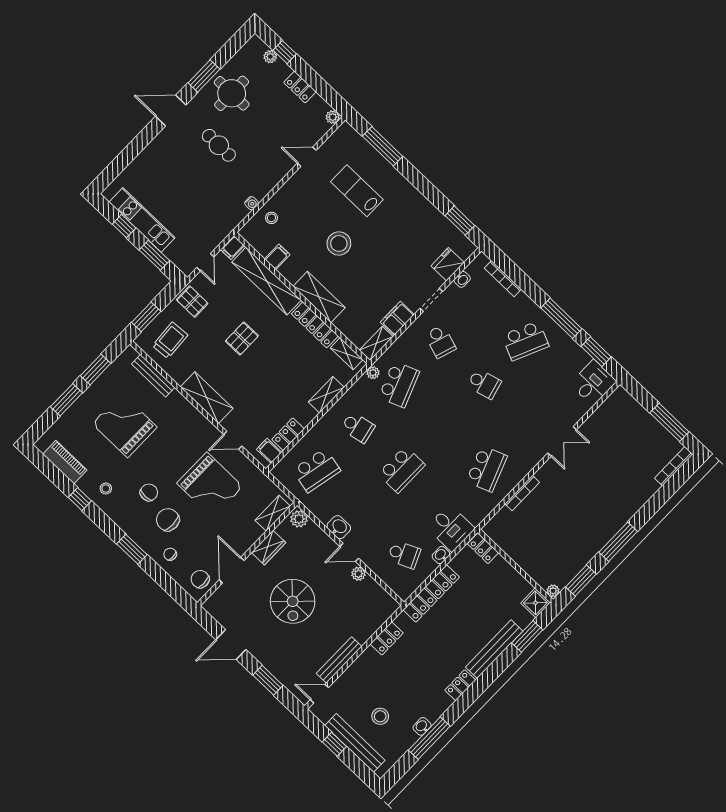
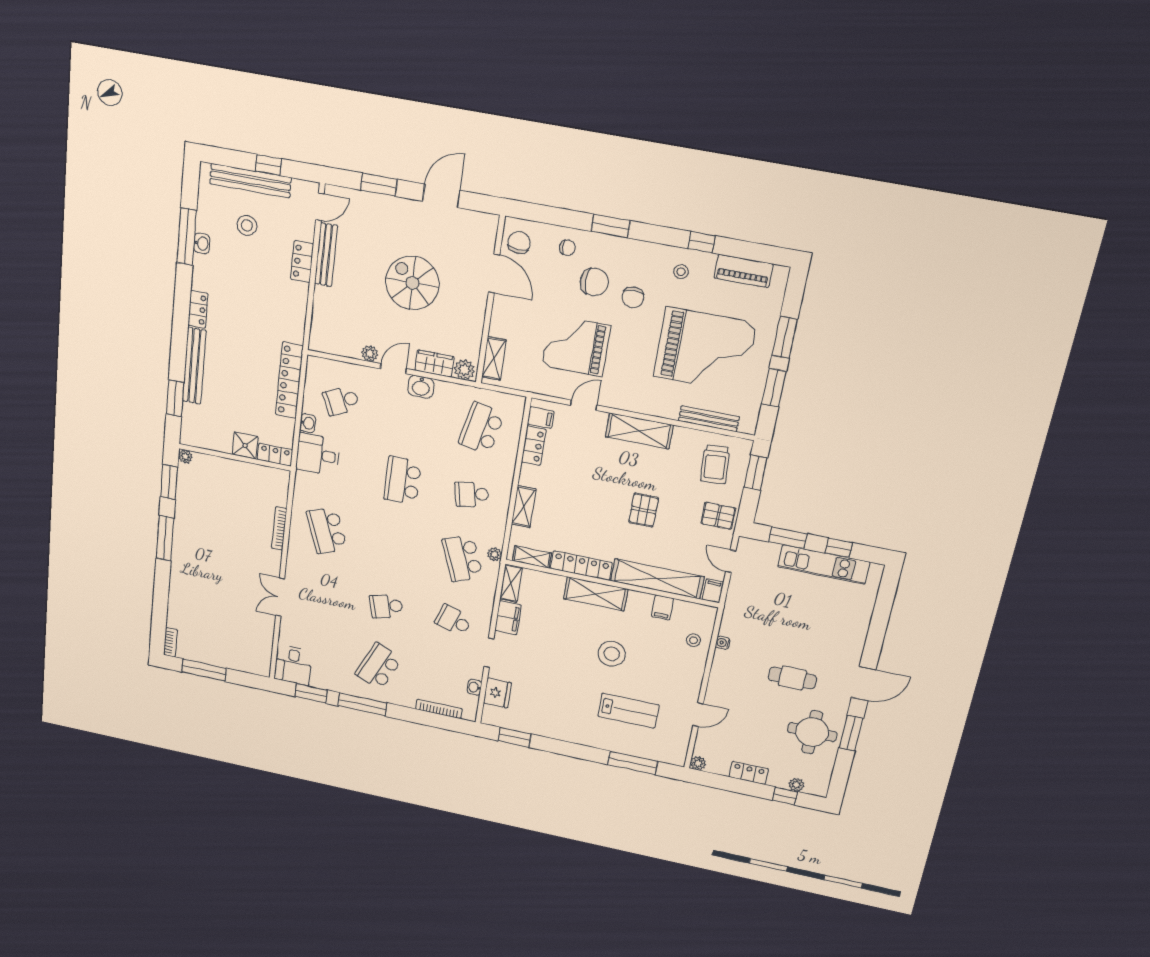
grand piano: (125, 425) -> (705, 350), width x1.37, depth x1.48
bookcase: (674, 466) -> (171, 642), width x0.64
wardrobe: (269, 548) -> (434, 364), moved, turned 90
chair: (200, 579) -> (519, 243), turned -85
shower: (535, 603) -> (245, 446), moved
locker: (387, 638) -> (302, 262), moved

